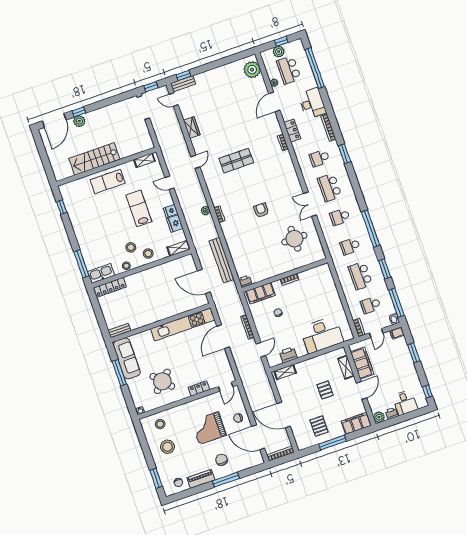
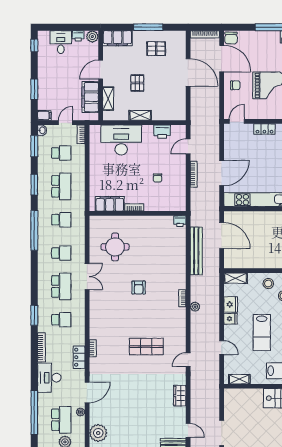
filing cabinet: (260, 293) -> (110, 204), moved
window: (396, 303) -> (34, 146), width x0.69
shelving: (285, 372) -> (140, 115), moved
pallet: (319, 426) -> (156, 49), turned 90
chair: (222, 460) -> (231, 38), moved

